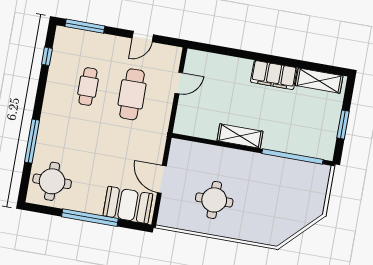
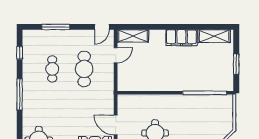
window: (85, 26) -> (56, 27), moved
door: (143, 36) -> (102, 27), moved
shelving: (240, 136) -> (133, 36), moved
window: (32, 141) -> (20, 94), moved

